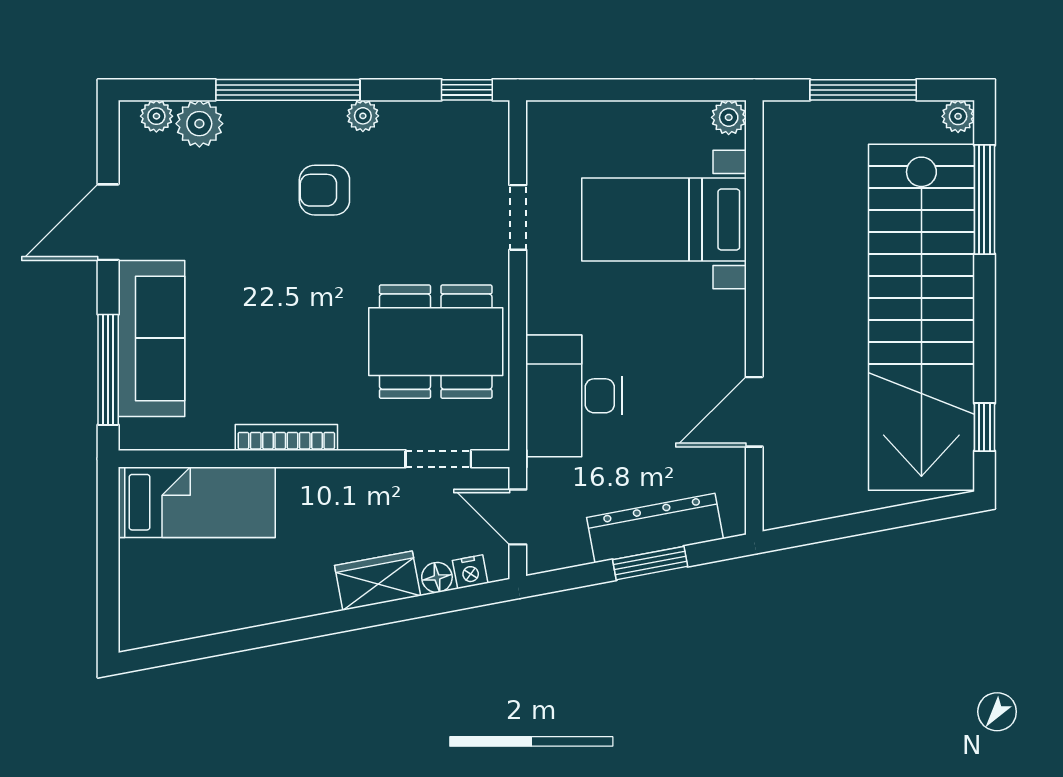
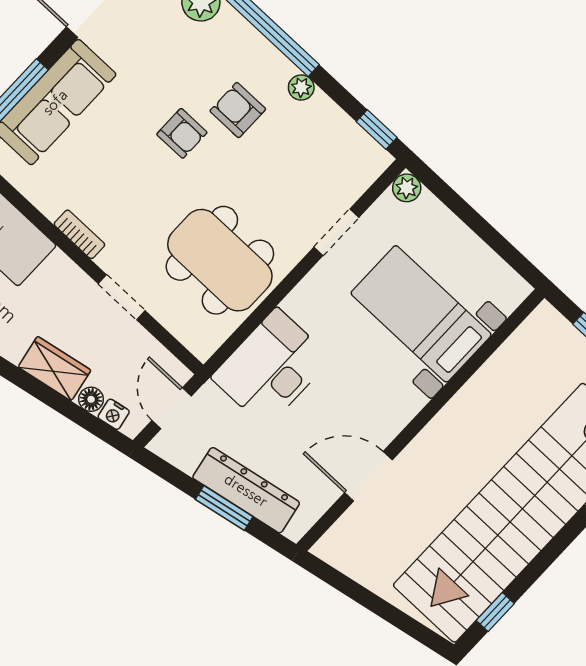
plant: (729, 117) -> (407, 188), moved
armchair: (294, 259) -> (182, 133), added
bookcase: (286, 438) -> (79, 234), width x0.64
doorway: (438, 459) -> (122, 297), moved

